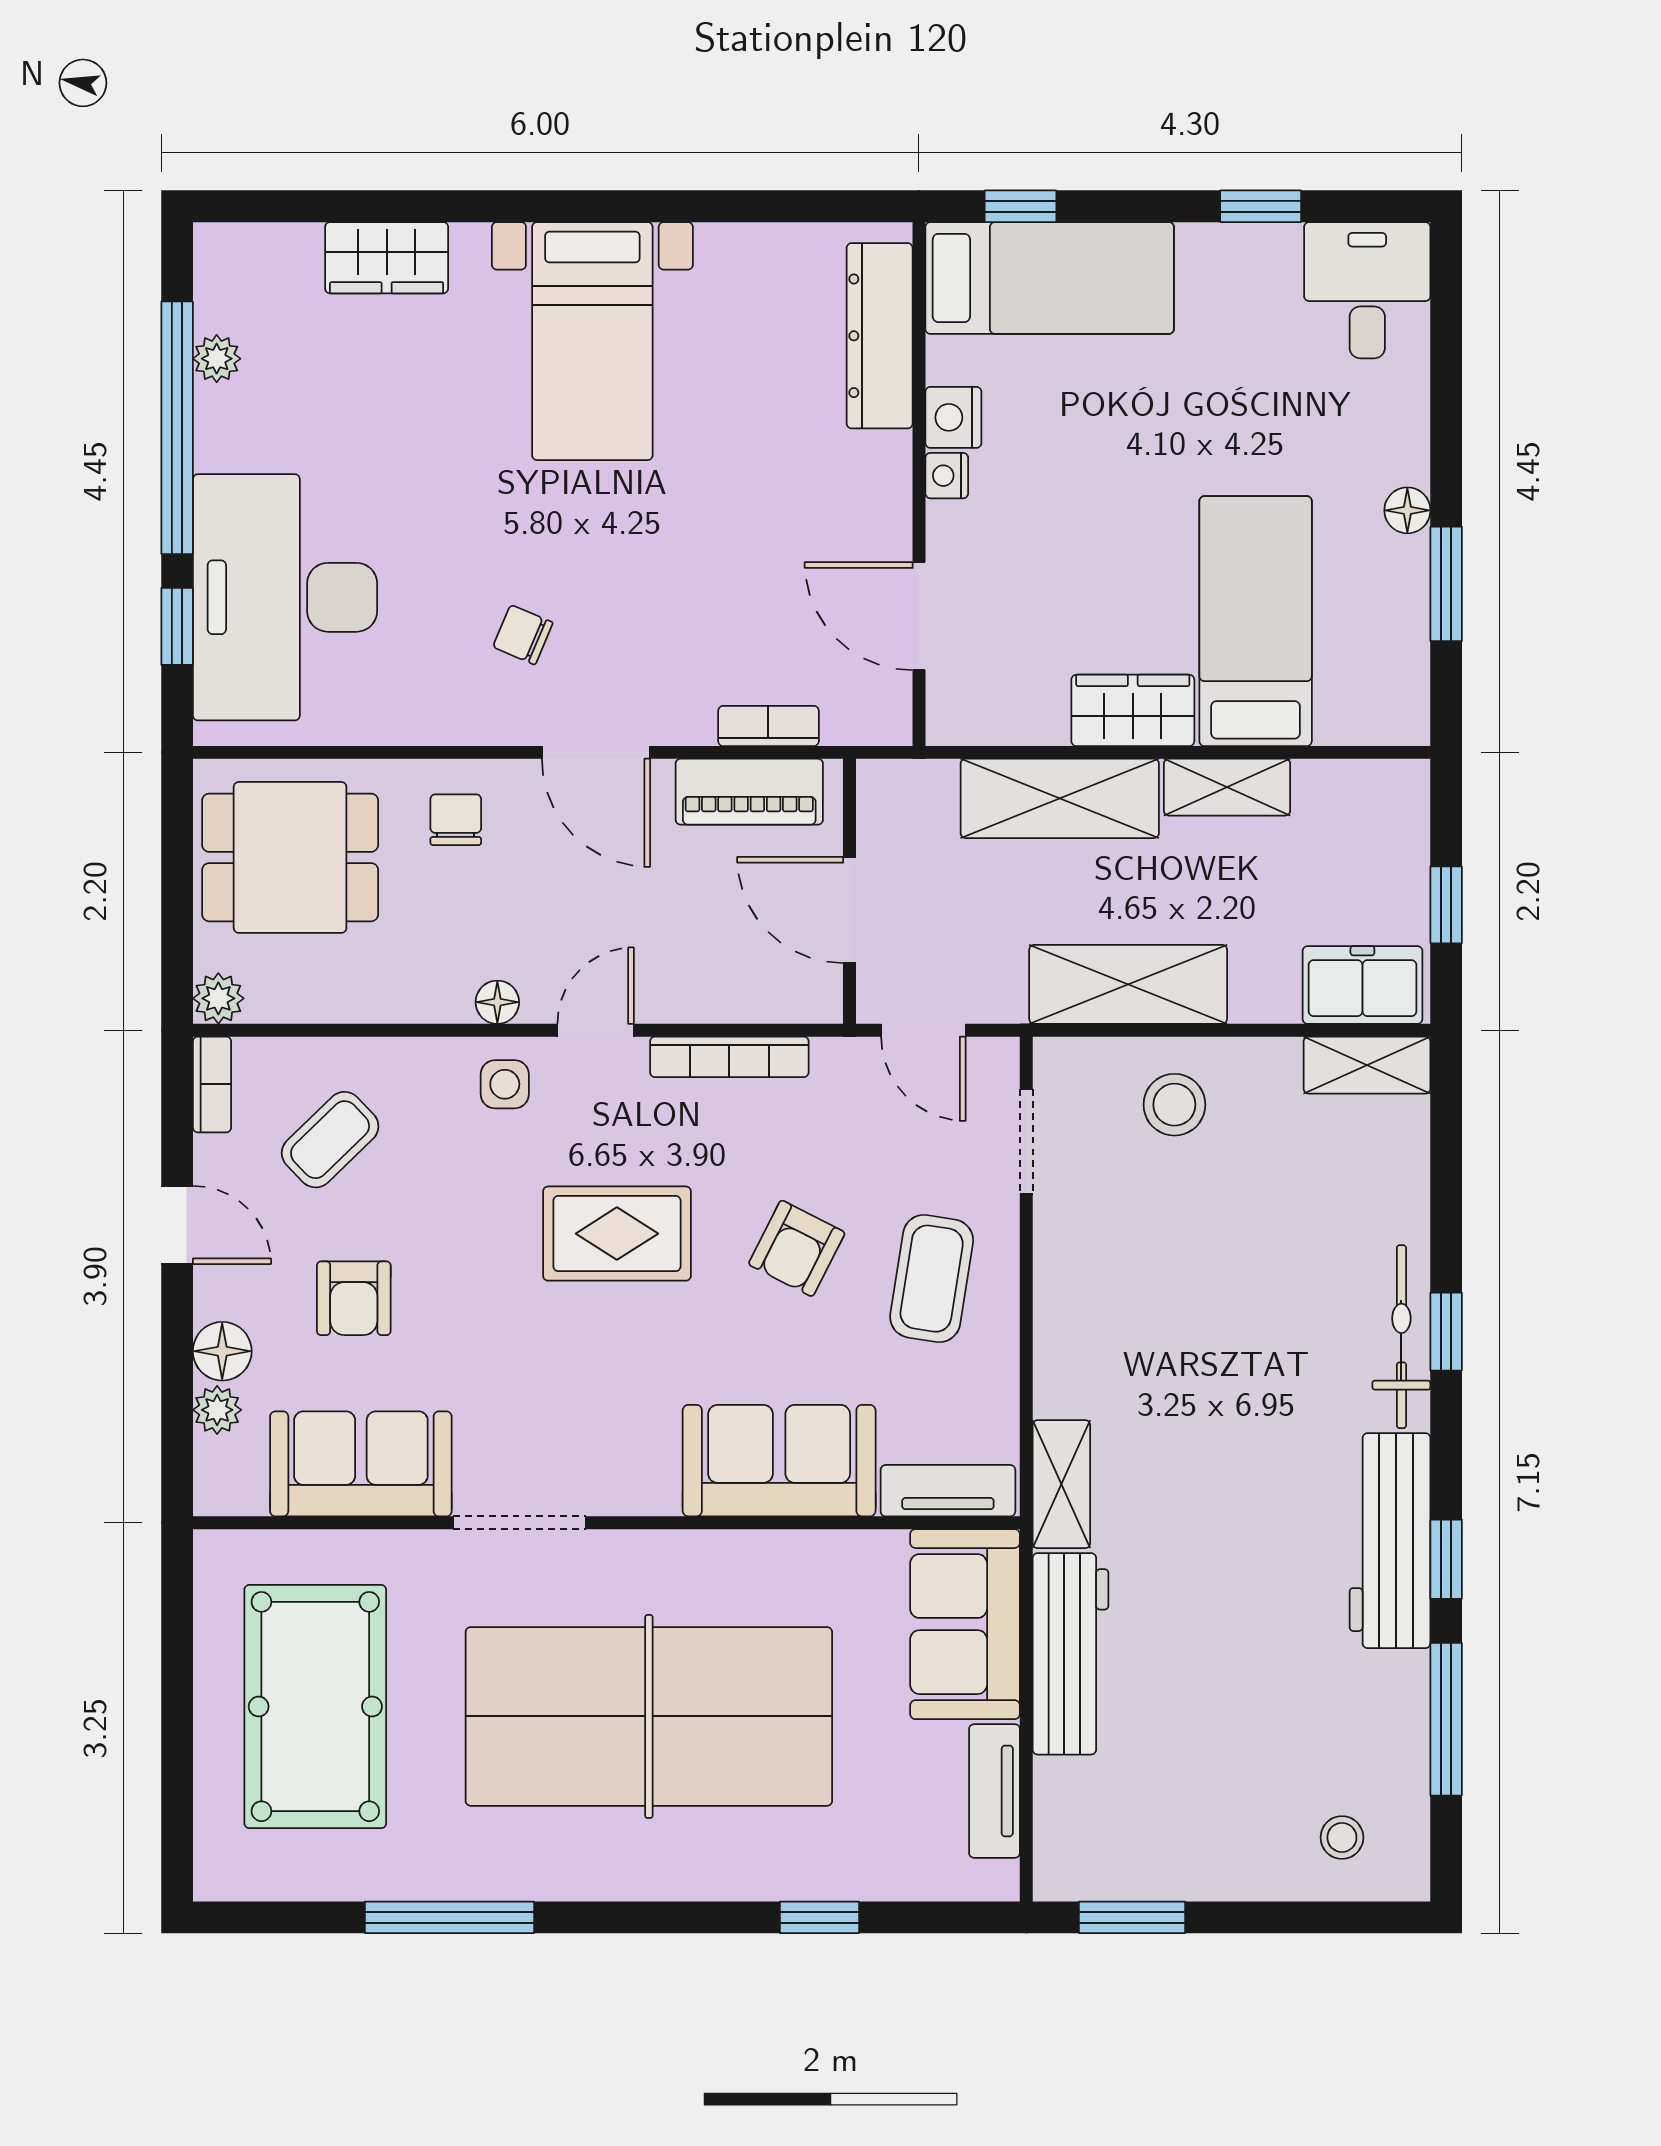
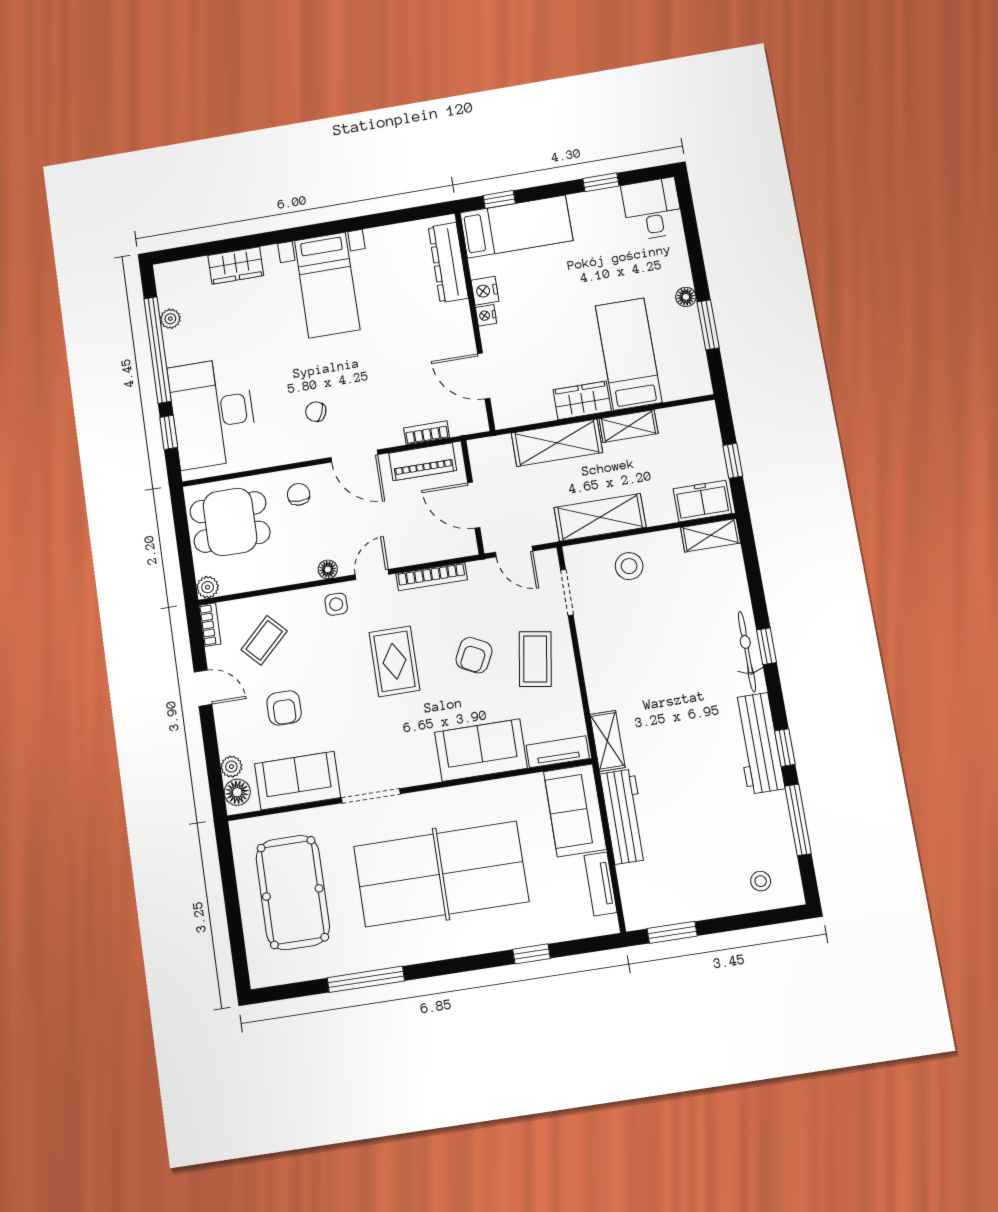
rug: (617, 1234) -> (395, 661), turned 90
floor lamp: (222, 1351) -> (237, 792), moved

